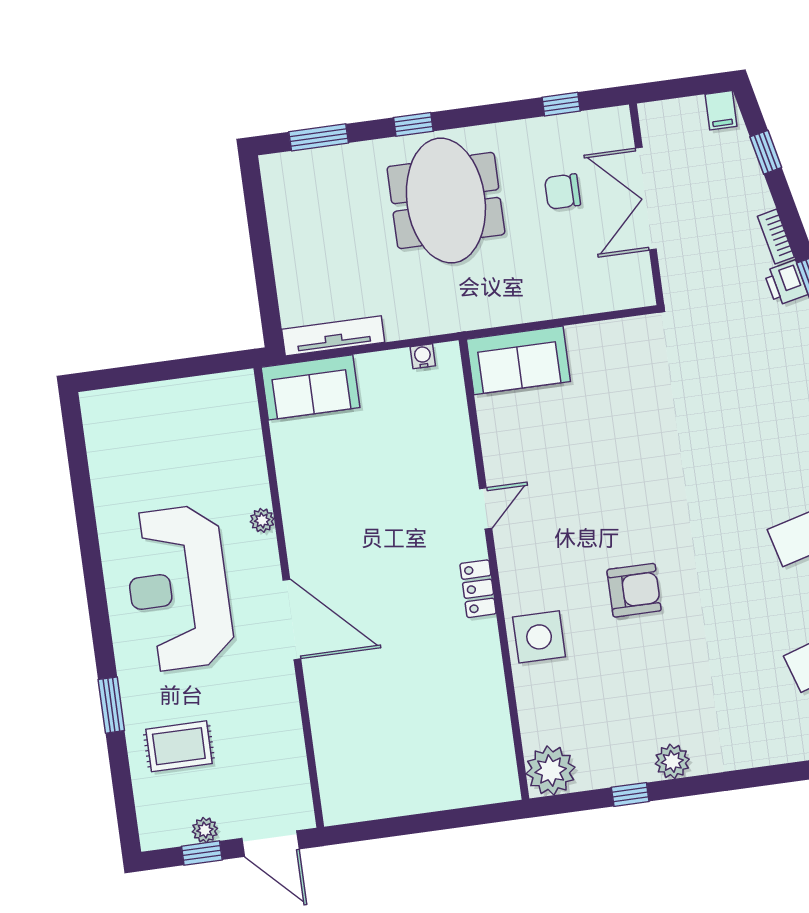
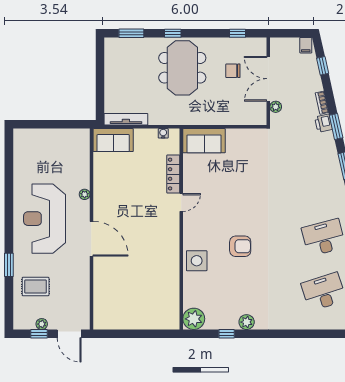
plant: (671, 261) -> (276, 107), added
locker: (478, 589) -> (173, 174), moved, width x1.53

